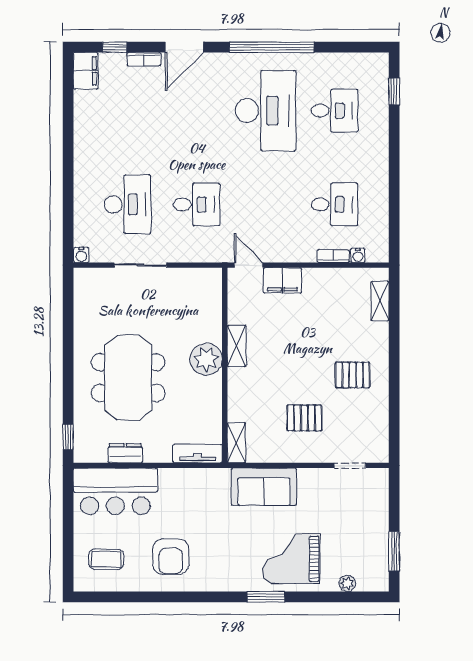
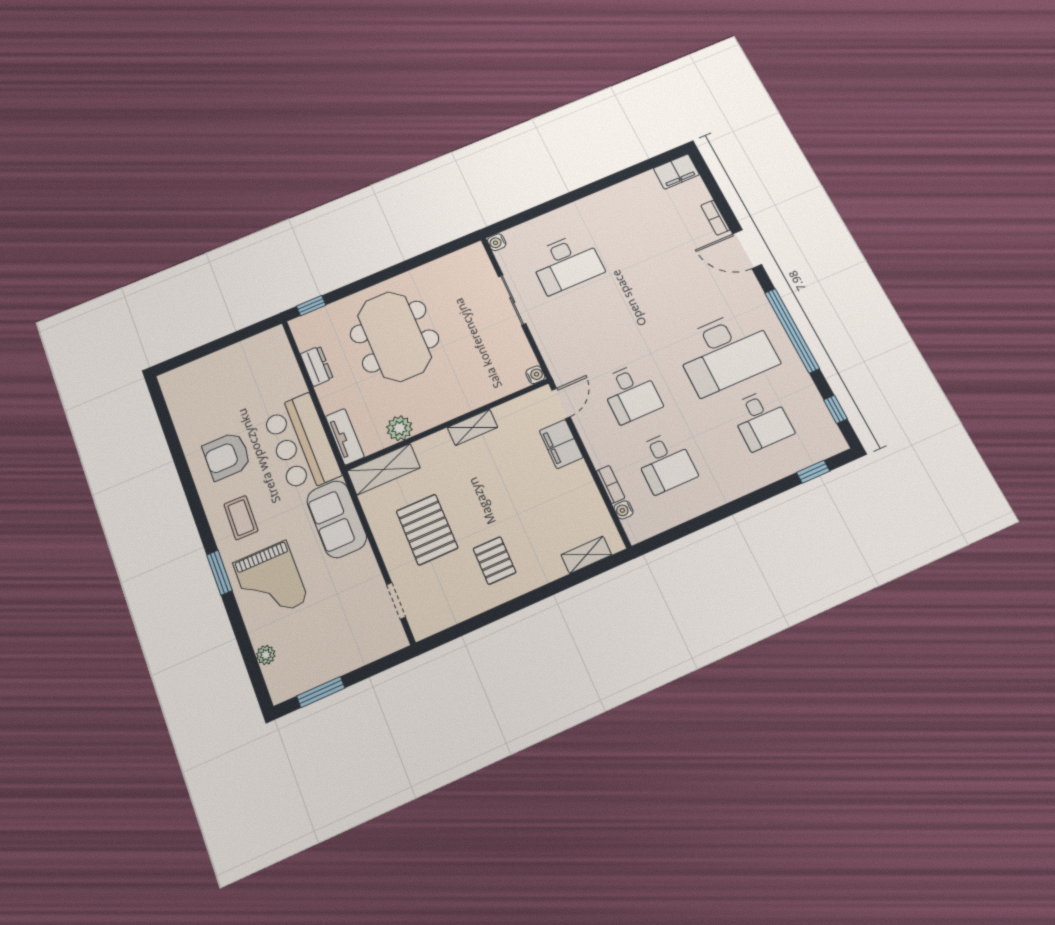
window: (115, 47) -> (836, 409), moved
desk: (197, 204) -> (631, 393), moved
water cooler: (215, 275) -> (535, 375), added
plant: (206, 359) -> (399, 428), moved, width x0.73, depth x0.73
meeting table: (128, 378) -> (394, 336), turned 90
pallet: (304, 418) -> (427, 529), width x1.50, depth x1.42
shelving: (236, 443) -> (384, 469), width x1.50, depth x1.33
bar counter: (115, 491) -> (301, 444), moved
coffee table: (106, 559) -> (241, 518), moved
grand piano: (291, 559) -> (270, 582), turned 180

